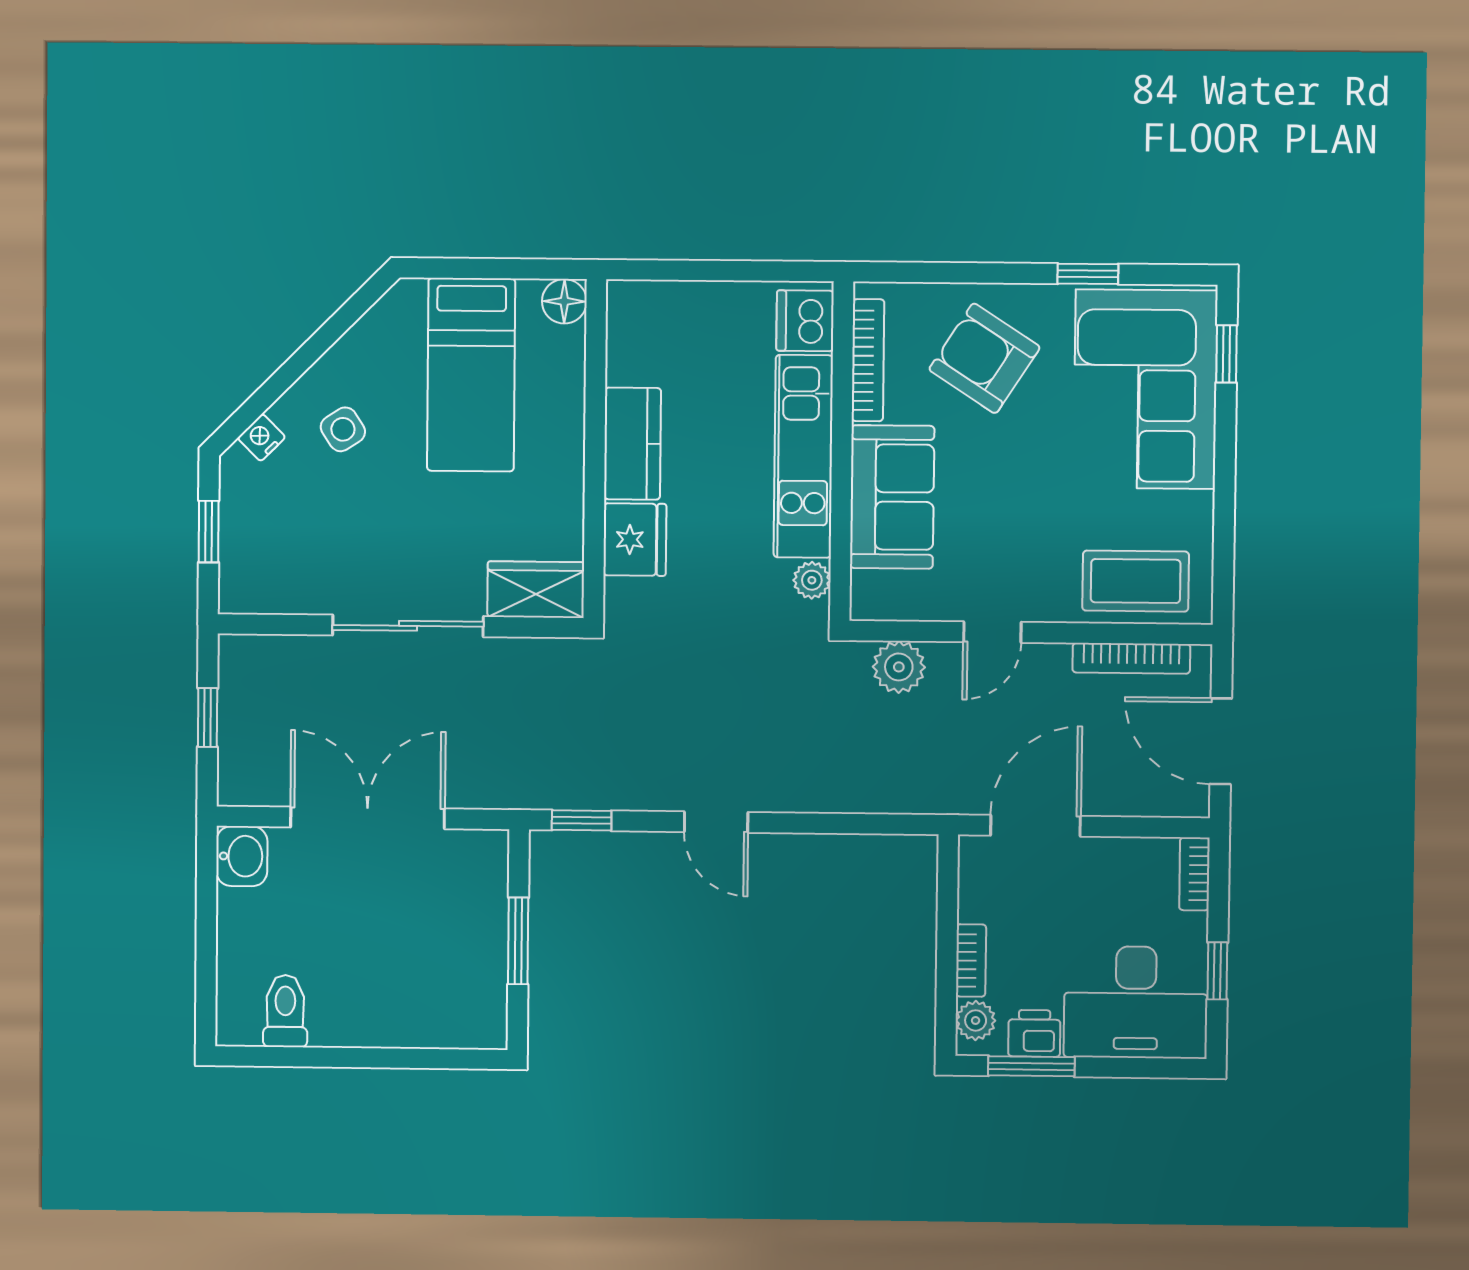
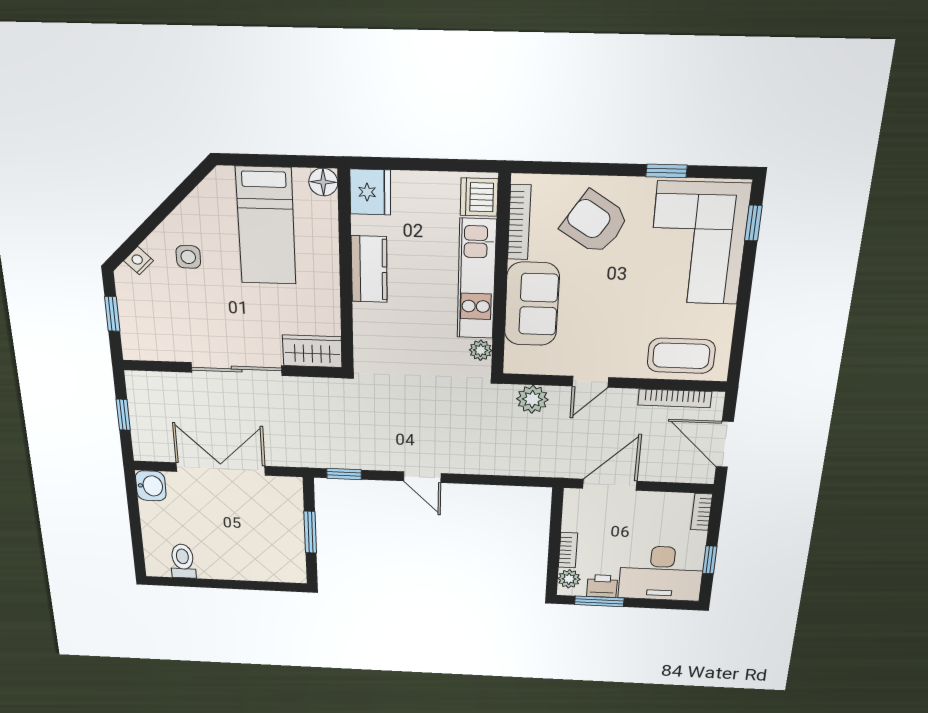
side table: (343, 429) -> (188, 257), turned 33
fridge: (635, 540) -> (370, 192), moved

